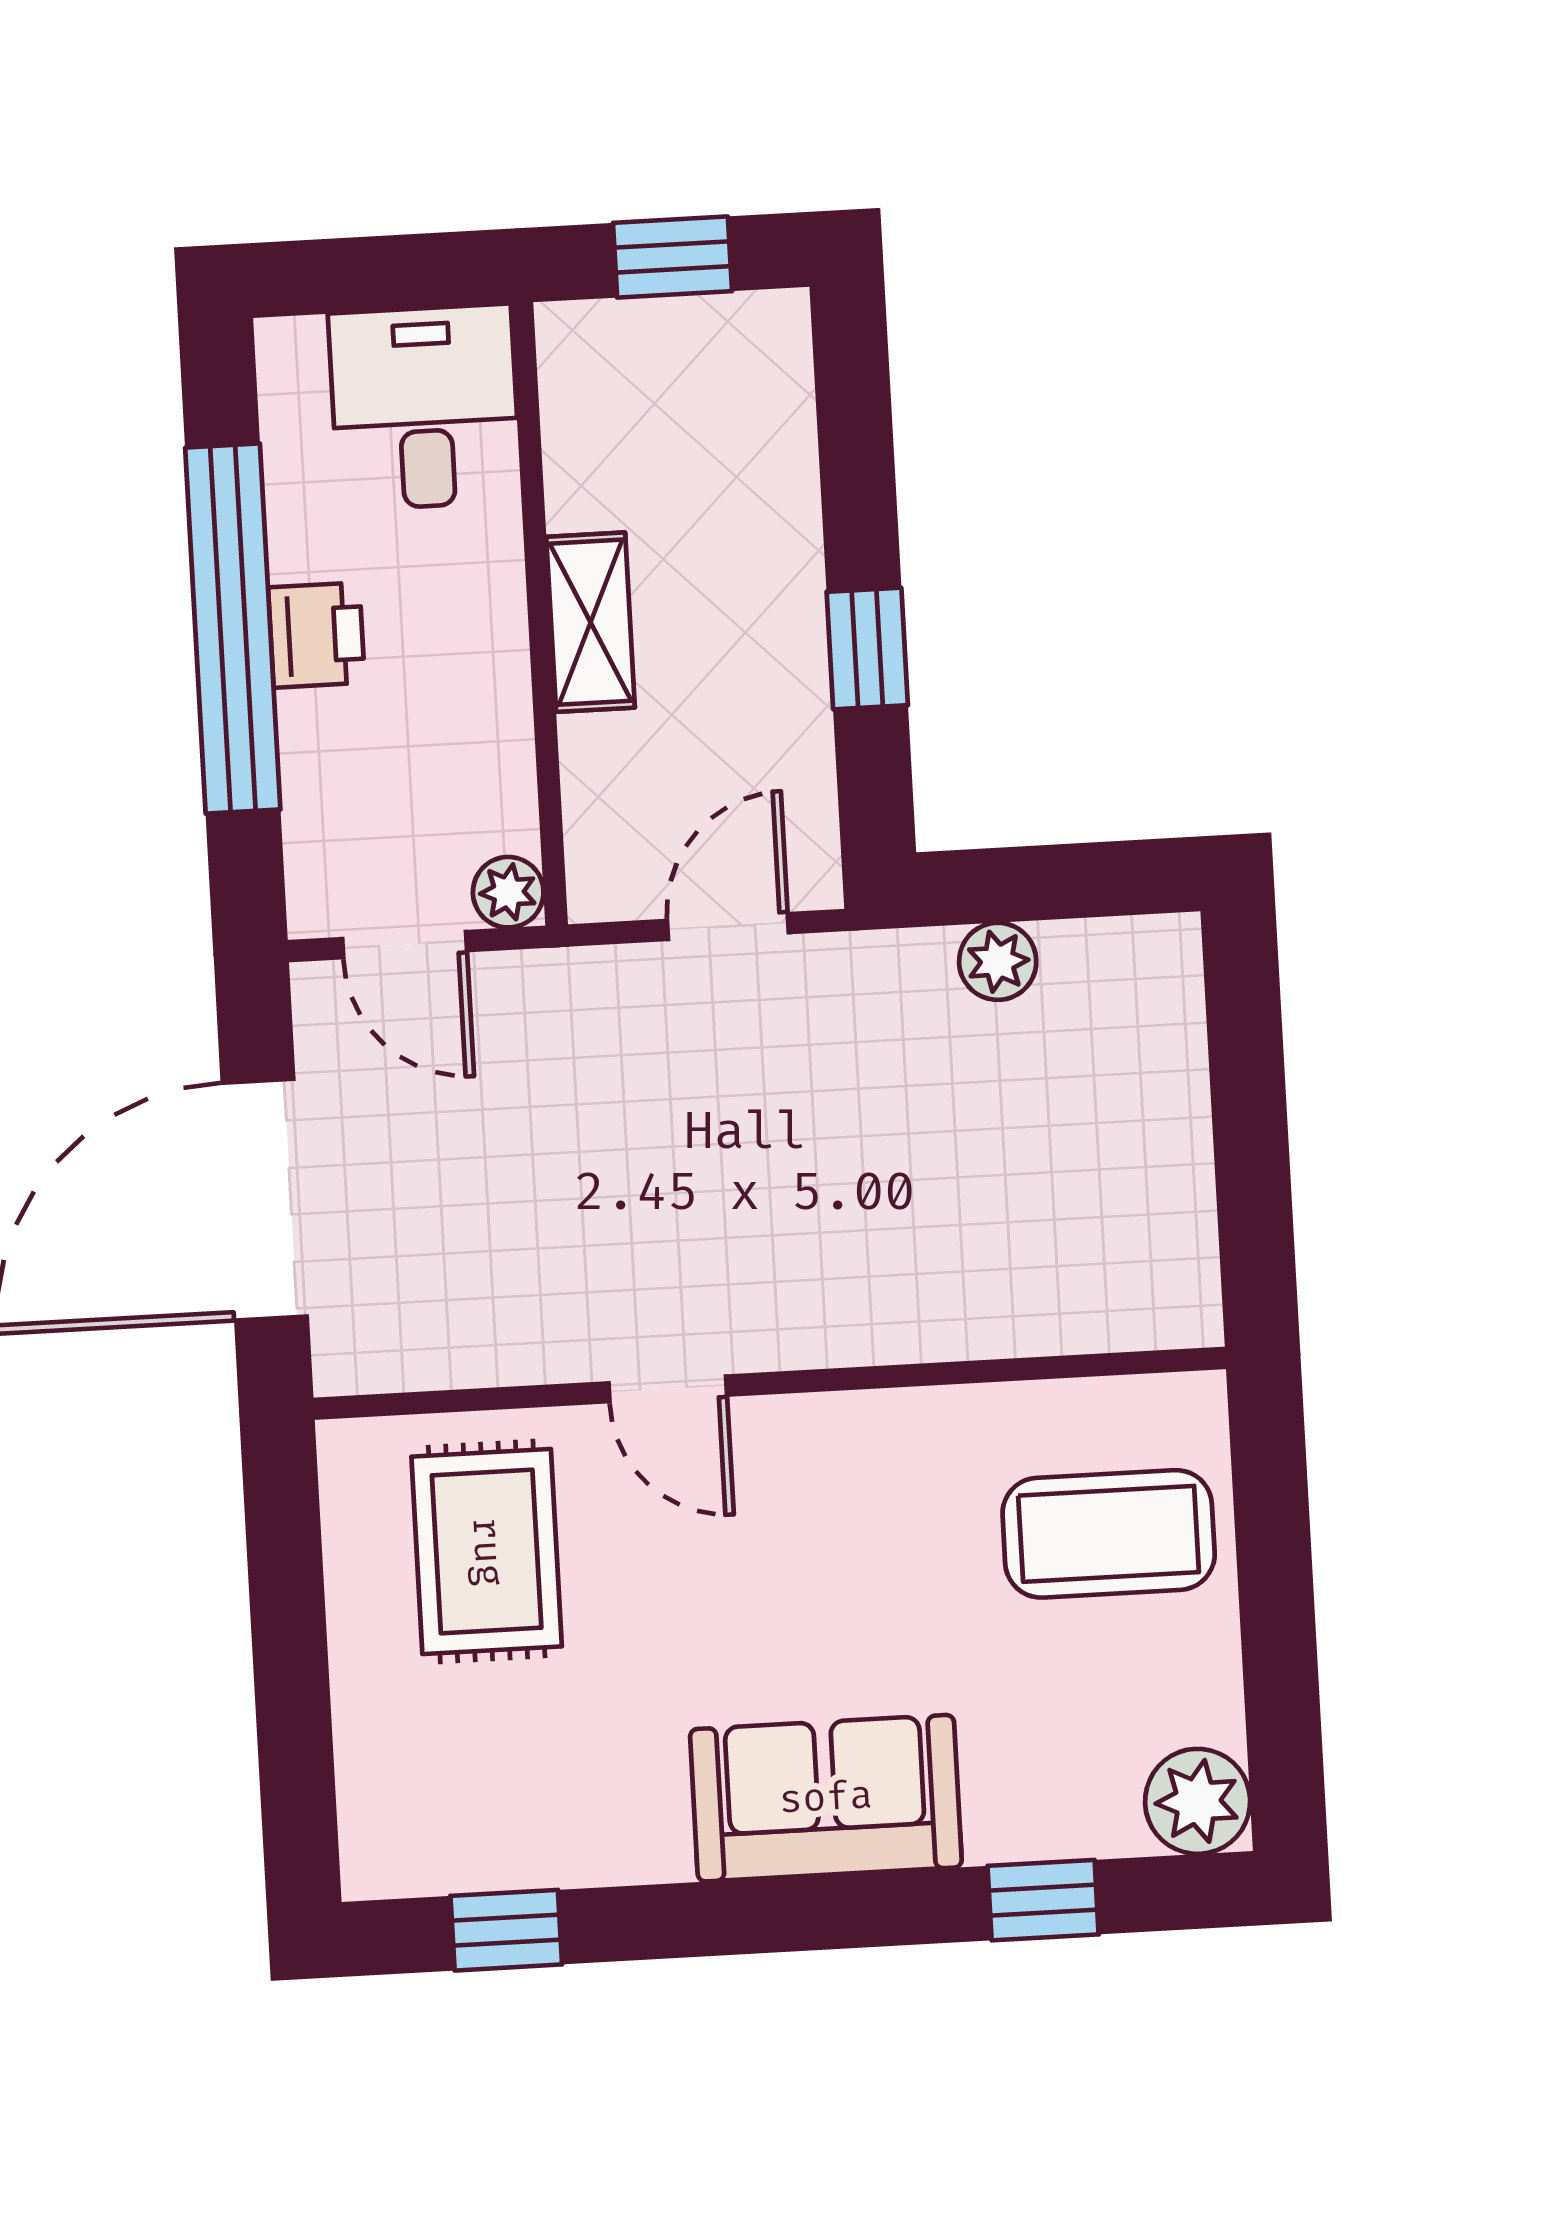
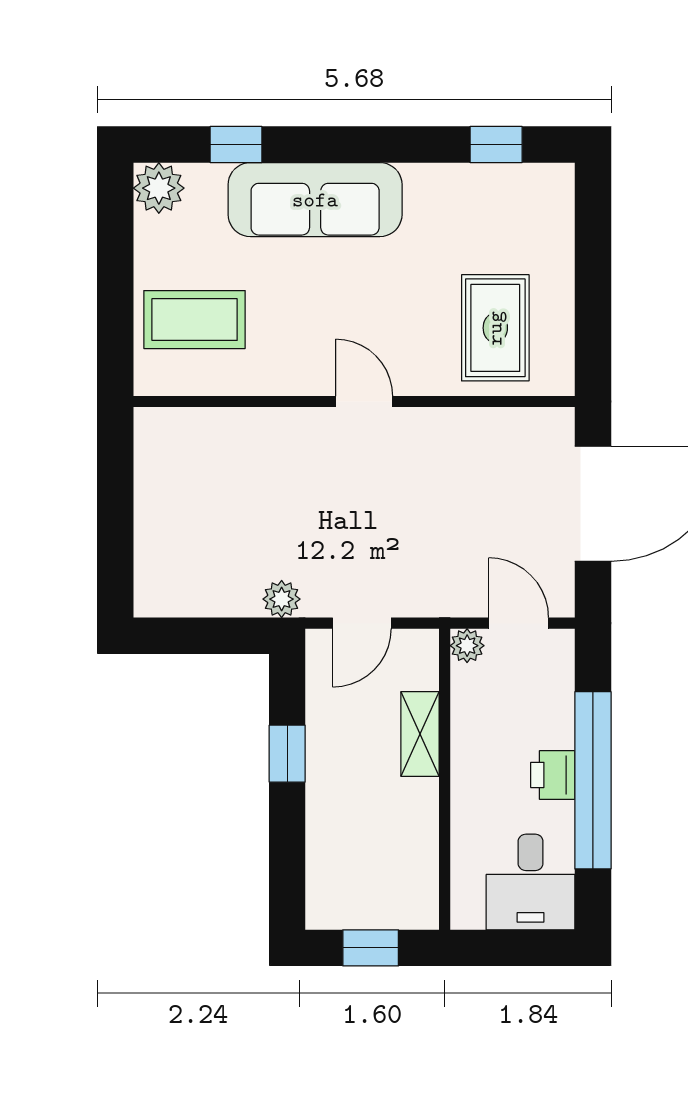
desk: (425, 407) -> (531, 882), moved
shelving: (591, 622) -> (420, 734), moved
plant: (998, 961) -> (282, 599), moved
door: (668, 1389) -> (364, 401), moved
sofa: (826, 1798) -> (315, 200), width x1.36

